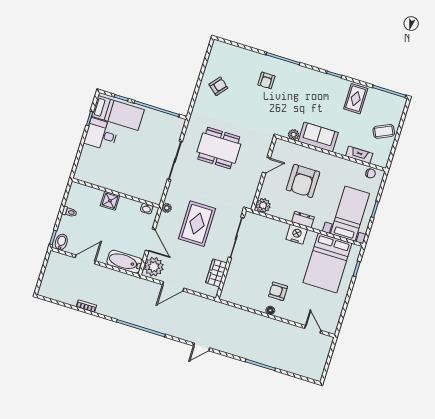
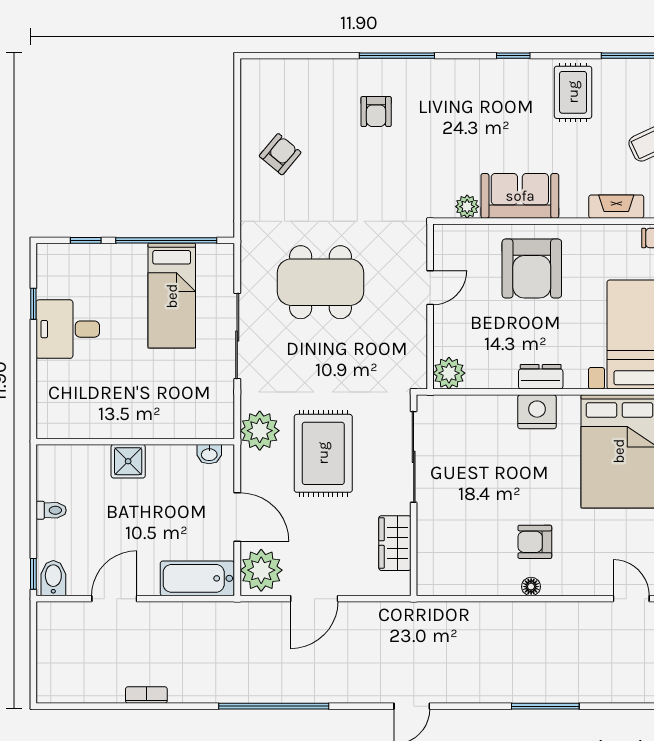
bed: (118, 113) -> (172, 296), moved, turned 90
armchair: (303, 181) -> (532, 269), moved
plant: (167, 208) -> (260, 431), width x1.87, depth x1.87

